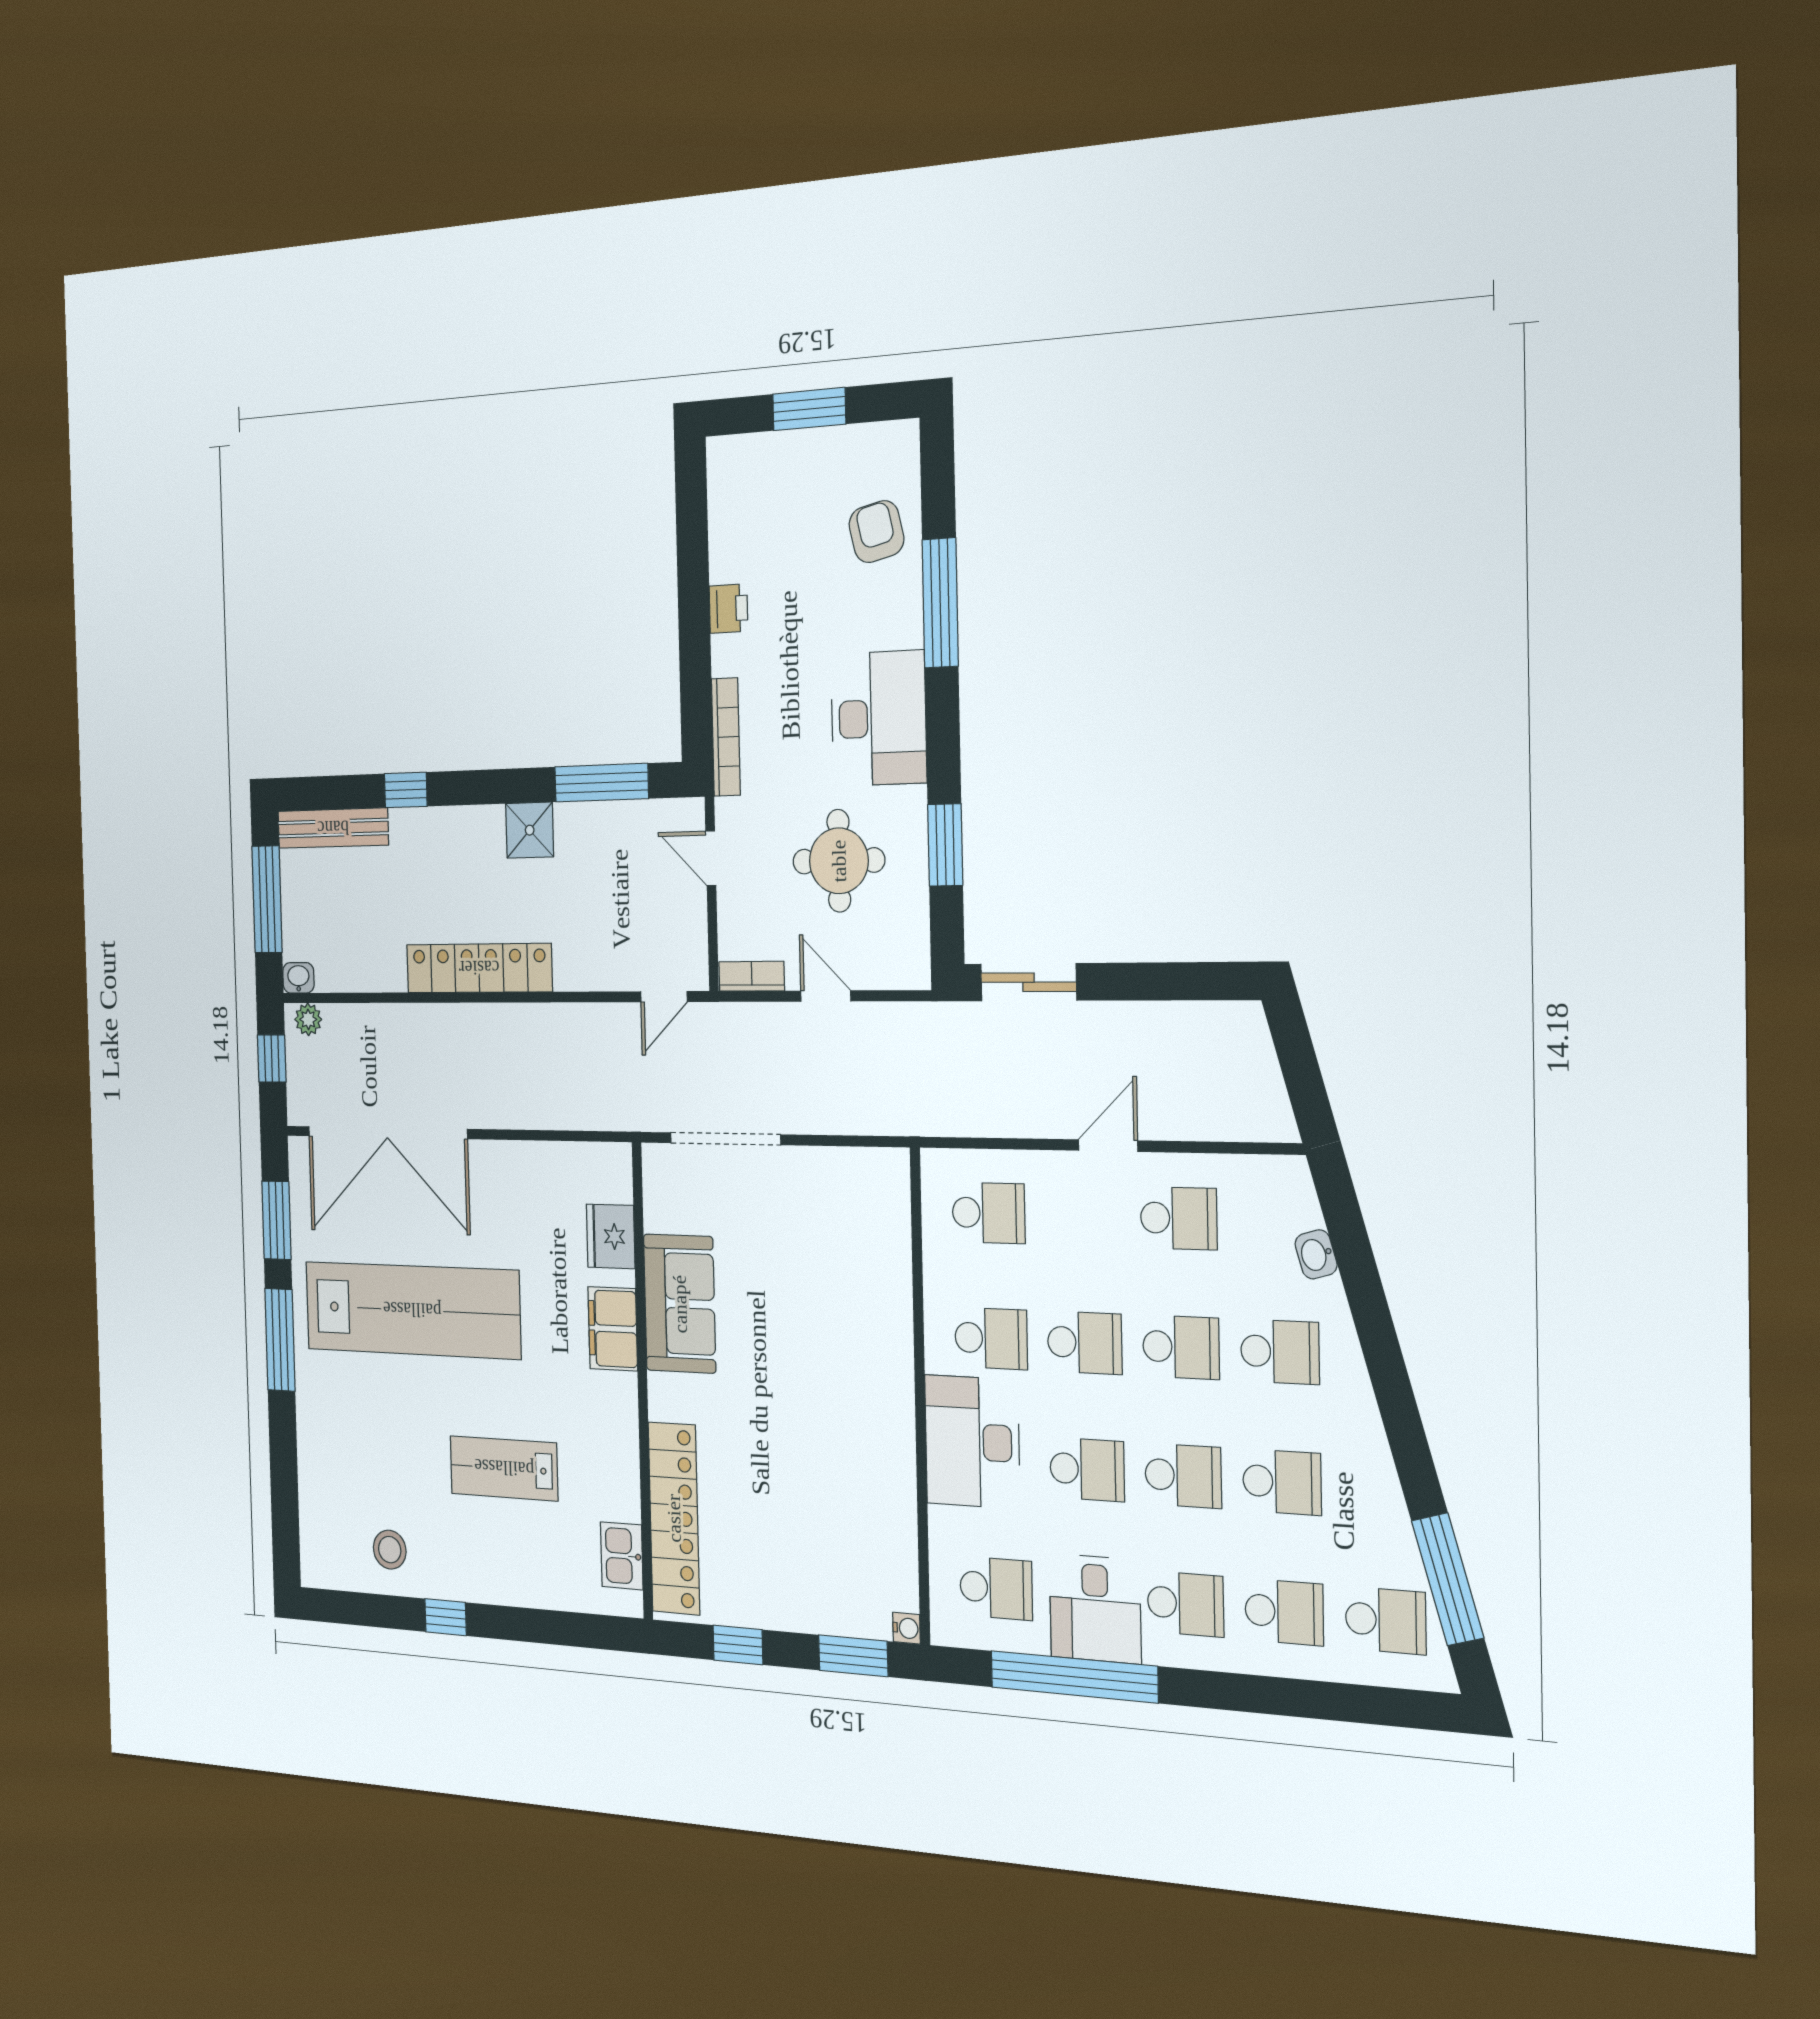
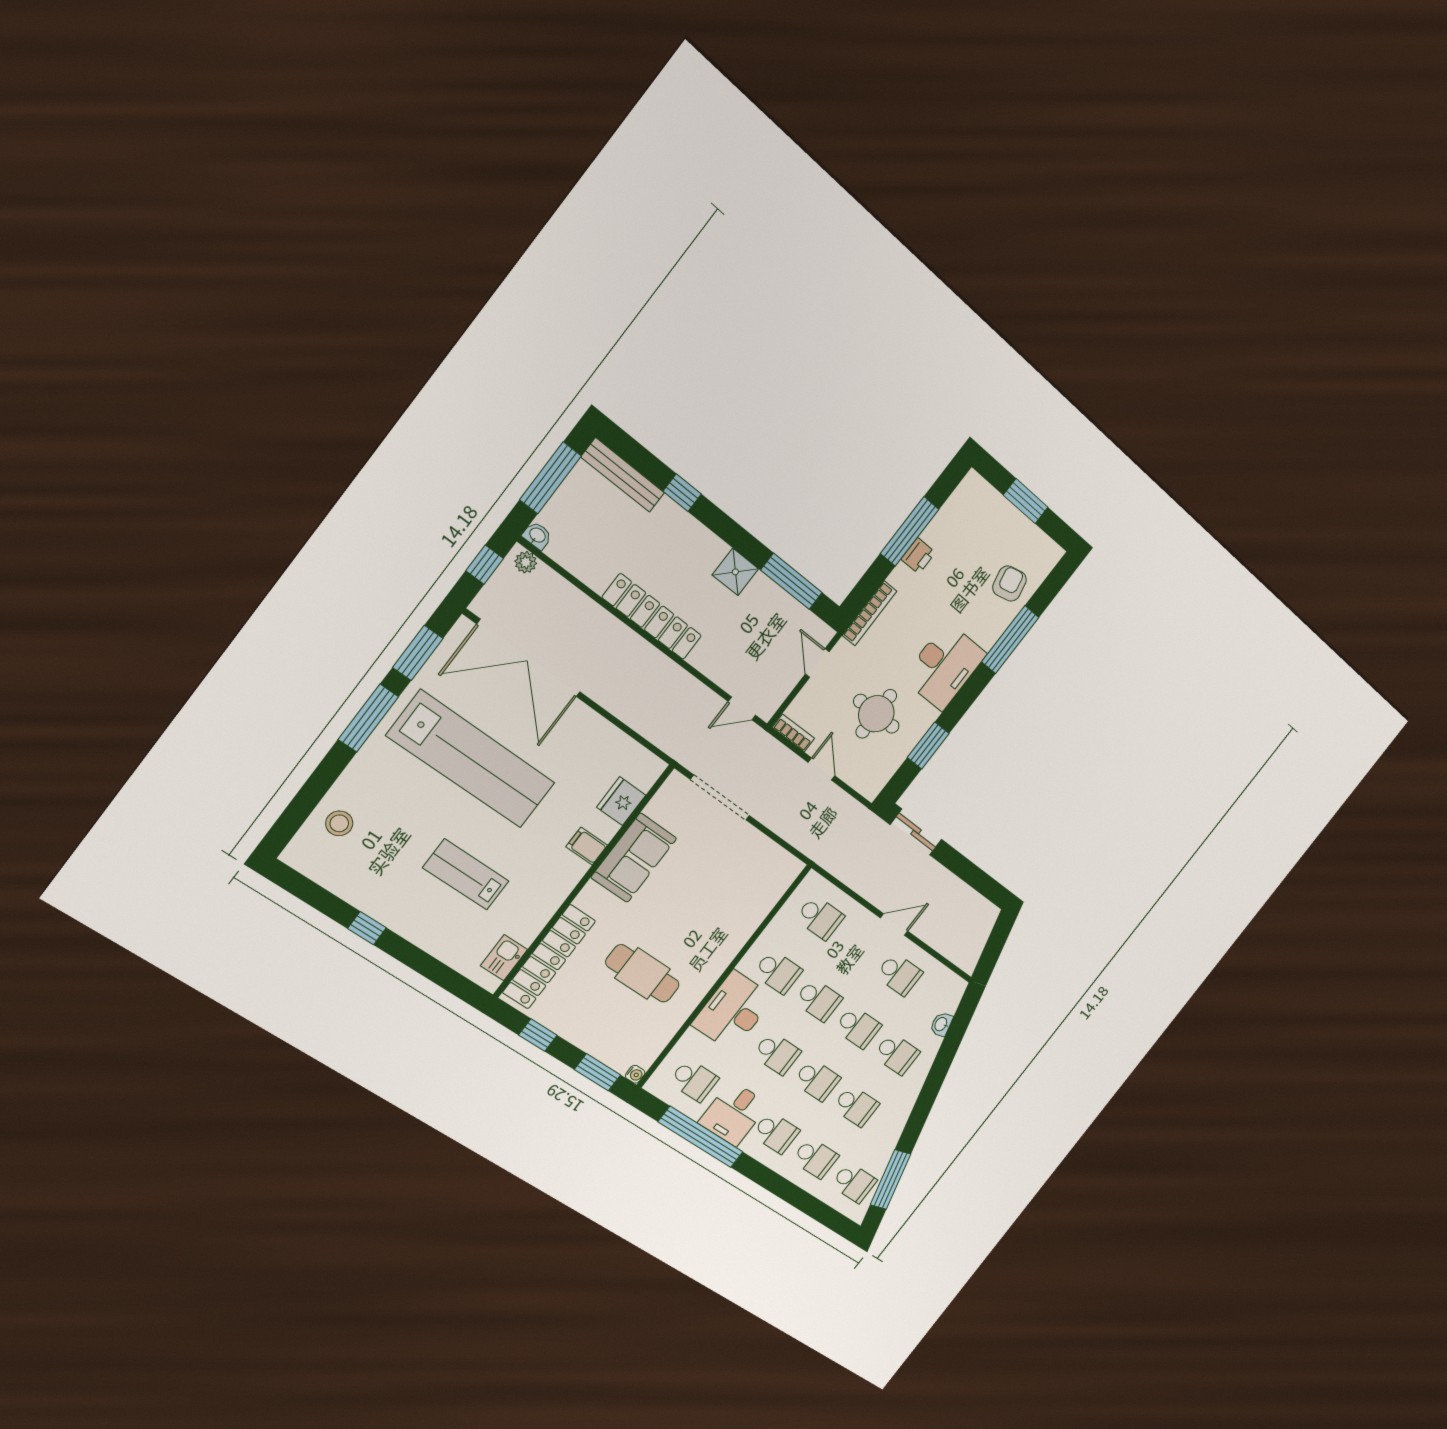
window: (693, 589) -> (910, 531), added
filing cabinet: (613, 1329) -> (587, 846), width x0.50
cafe table: (807, 1465) -> (643, 973), added
stool: (390, 1550) -> (339, 823), moved

